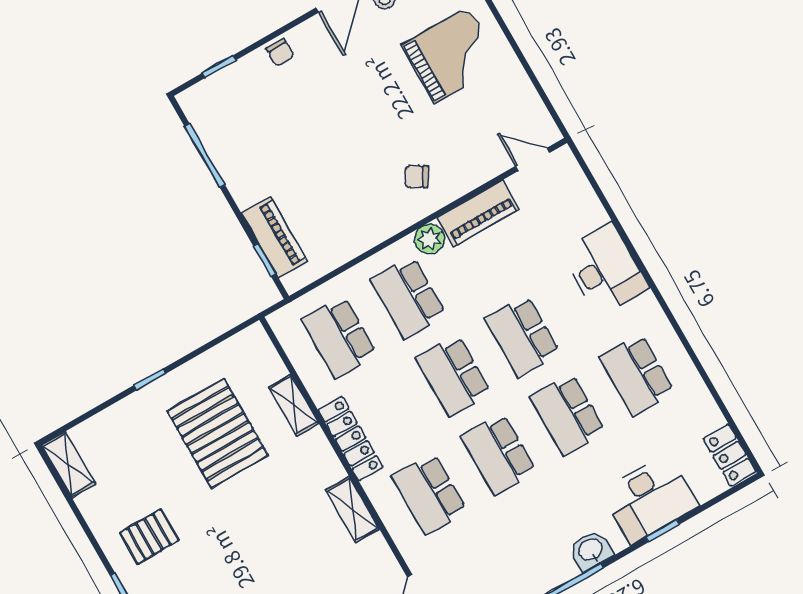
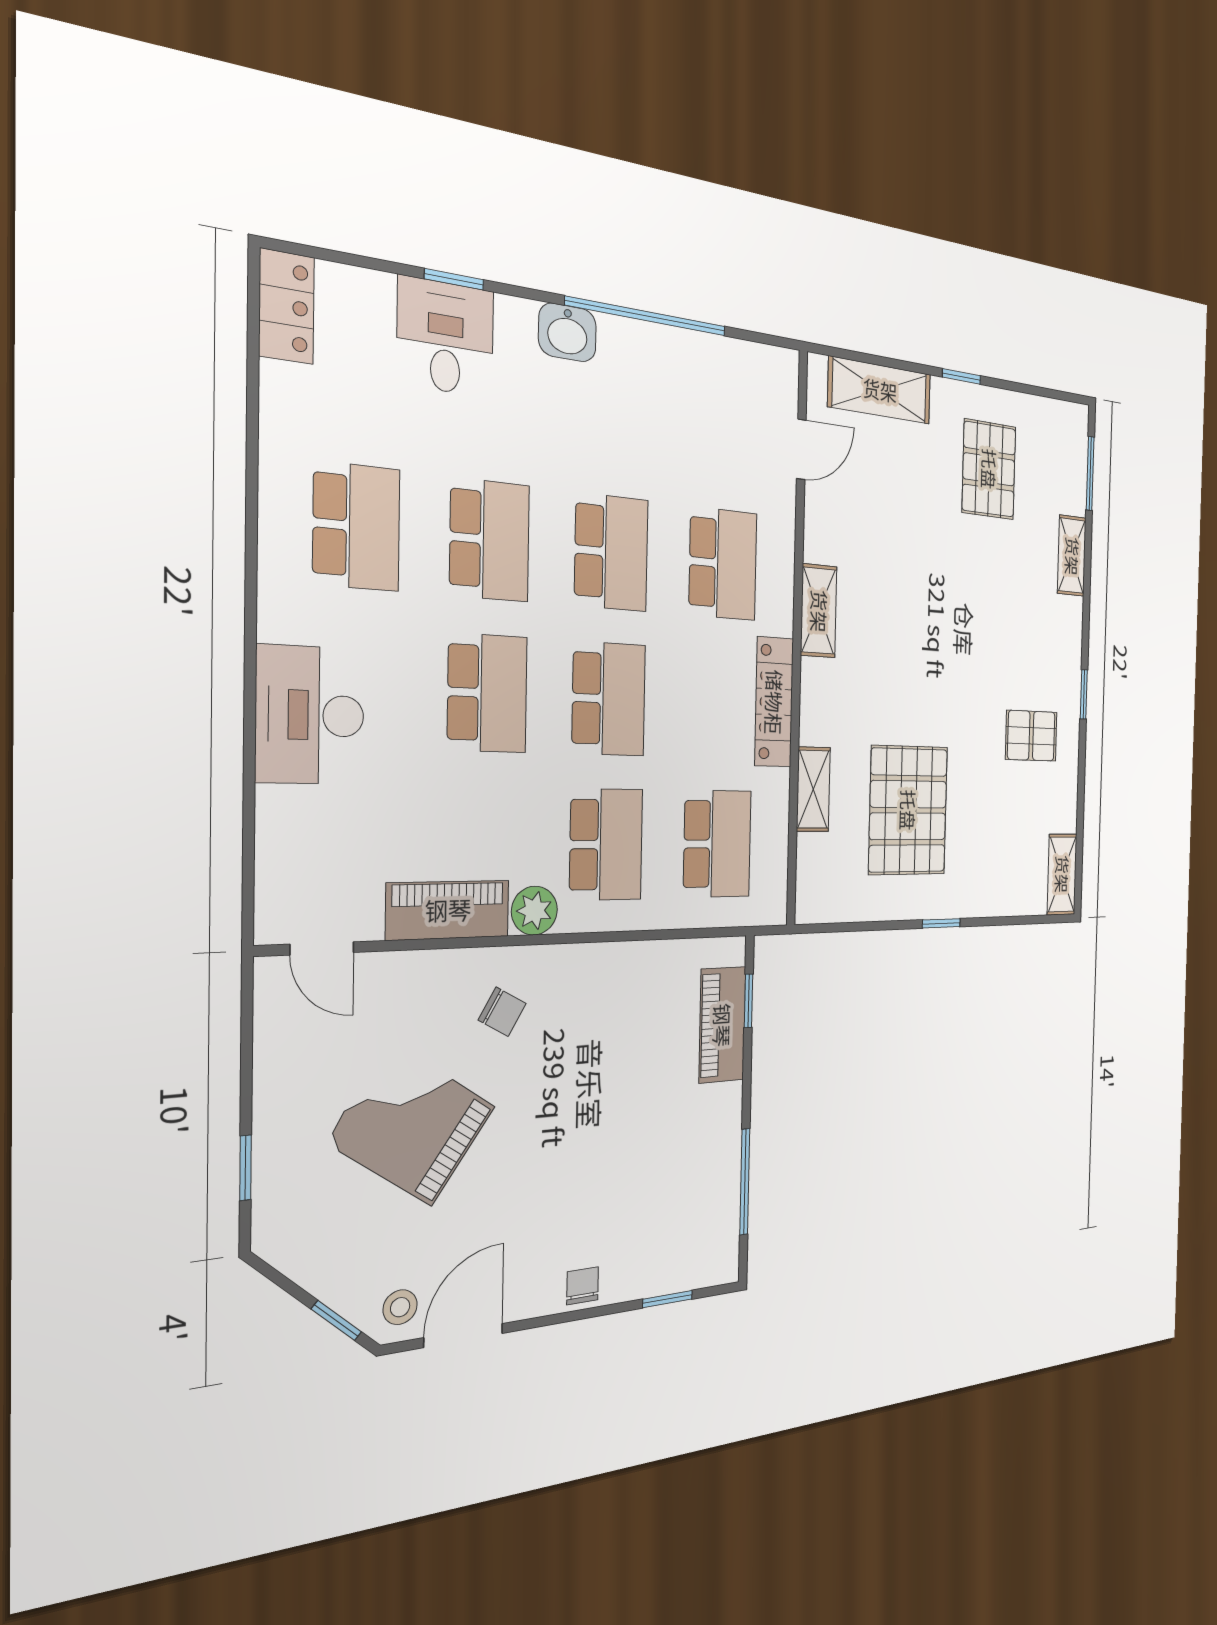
window: (508, 34) -> (245, 1168), added
grand piano: (451, 55) -> (412, 1124), moved, turned 35
desk: (650, 499) -> (446, 337), width x0.73

